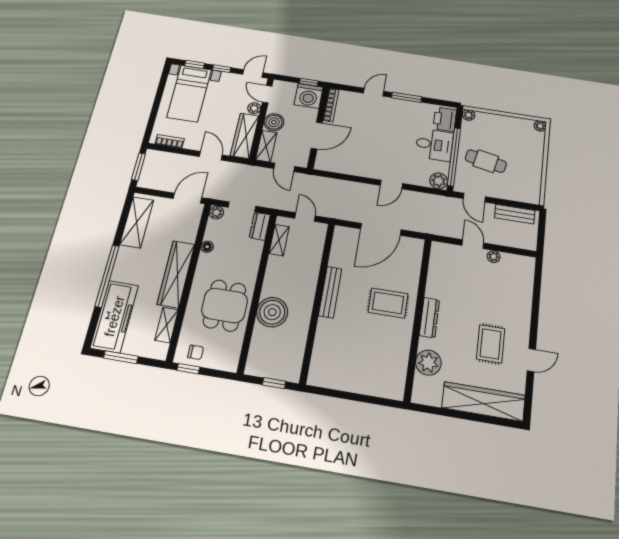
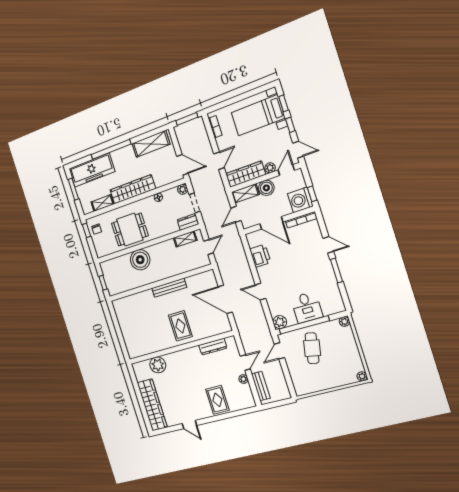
printer: (445, 119) -> (260, 256), moved, turned 90
bench: (515, 214) -> (261, 386), moved
dresser: (429, 318) -> (213, 347), moved
rug: (491, 344) -> (217, 400), moved, turned 90

